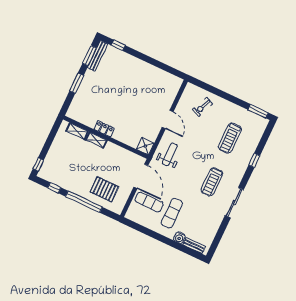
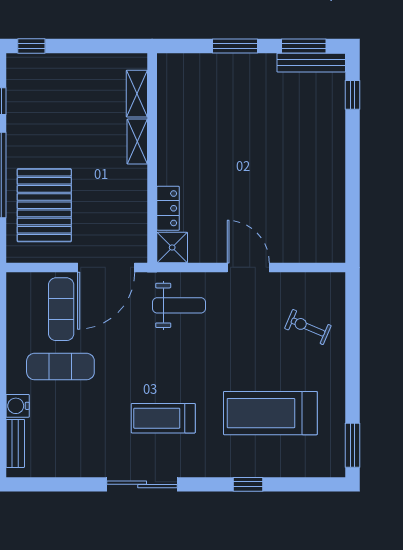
door: (168, 119) -> (248, 267), swing flipped
locker: (104, 129) -> (168, 208), moved
treadmill: (230, 138) -> (270, 413), width x1.37, depth x1.38
pallet: (104, 189) -> (44, 205), width x1.37, depth x1.41

